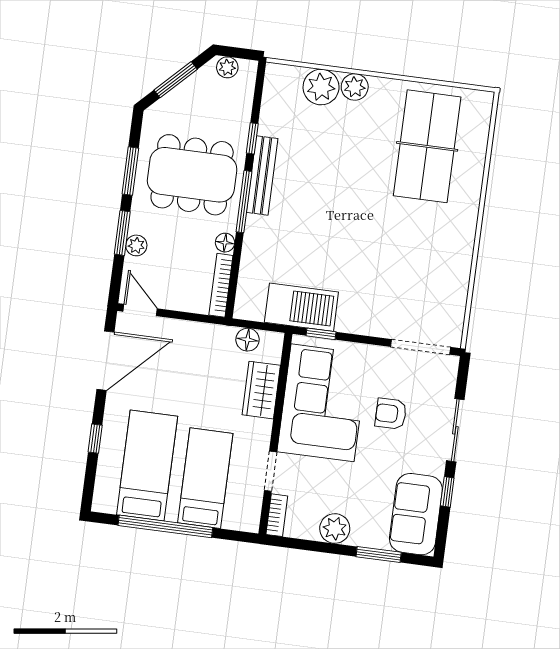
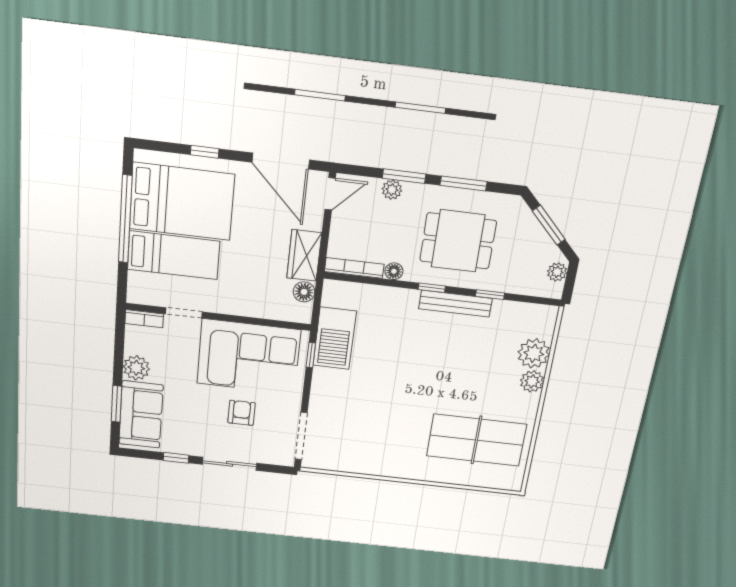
dining table: (192, 175) -> (458, 241), width x0.73
window: (244, 202) -> (432, 288), width x0.46
wardrobe: (261, 390) -> (304, 255), moved, turned -90
bed: (147, 466) -> (182, 202), width x1.50
sofa: (416, 514) -> (141, 415), moved, turned 90

